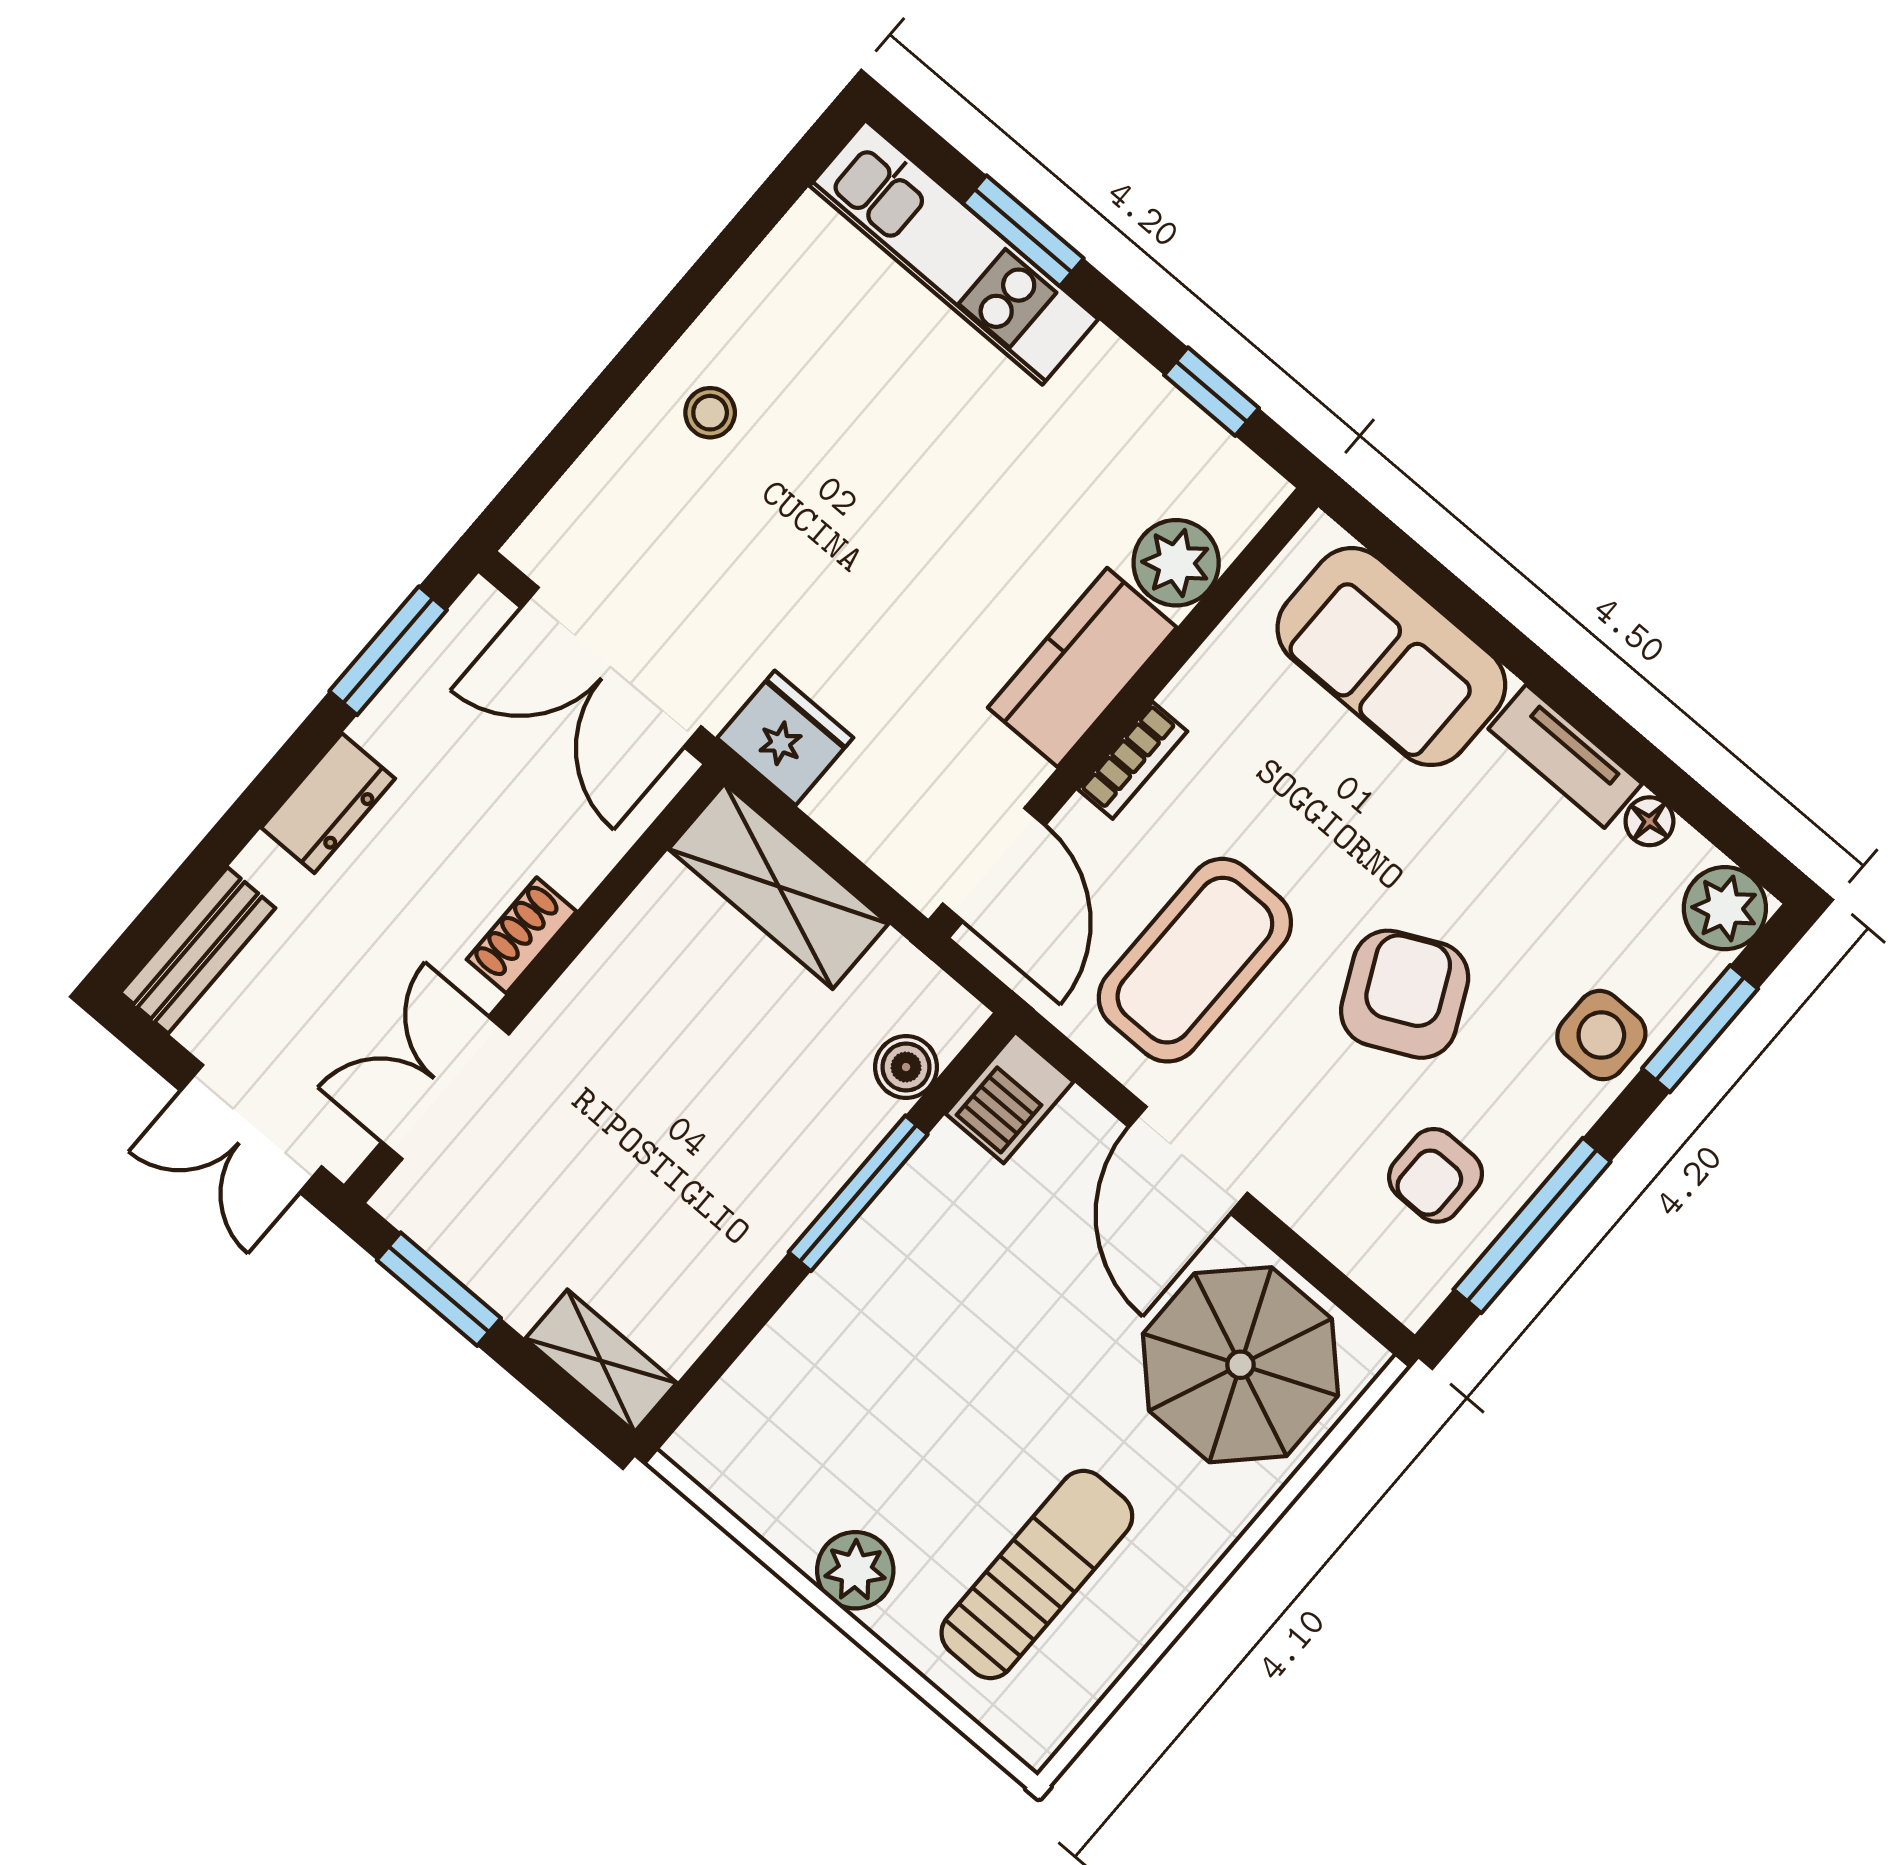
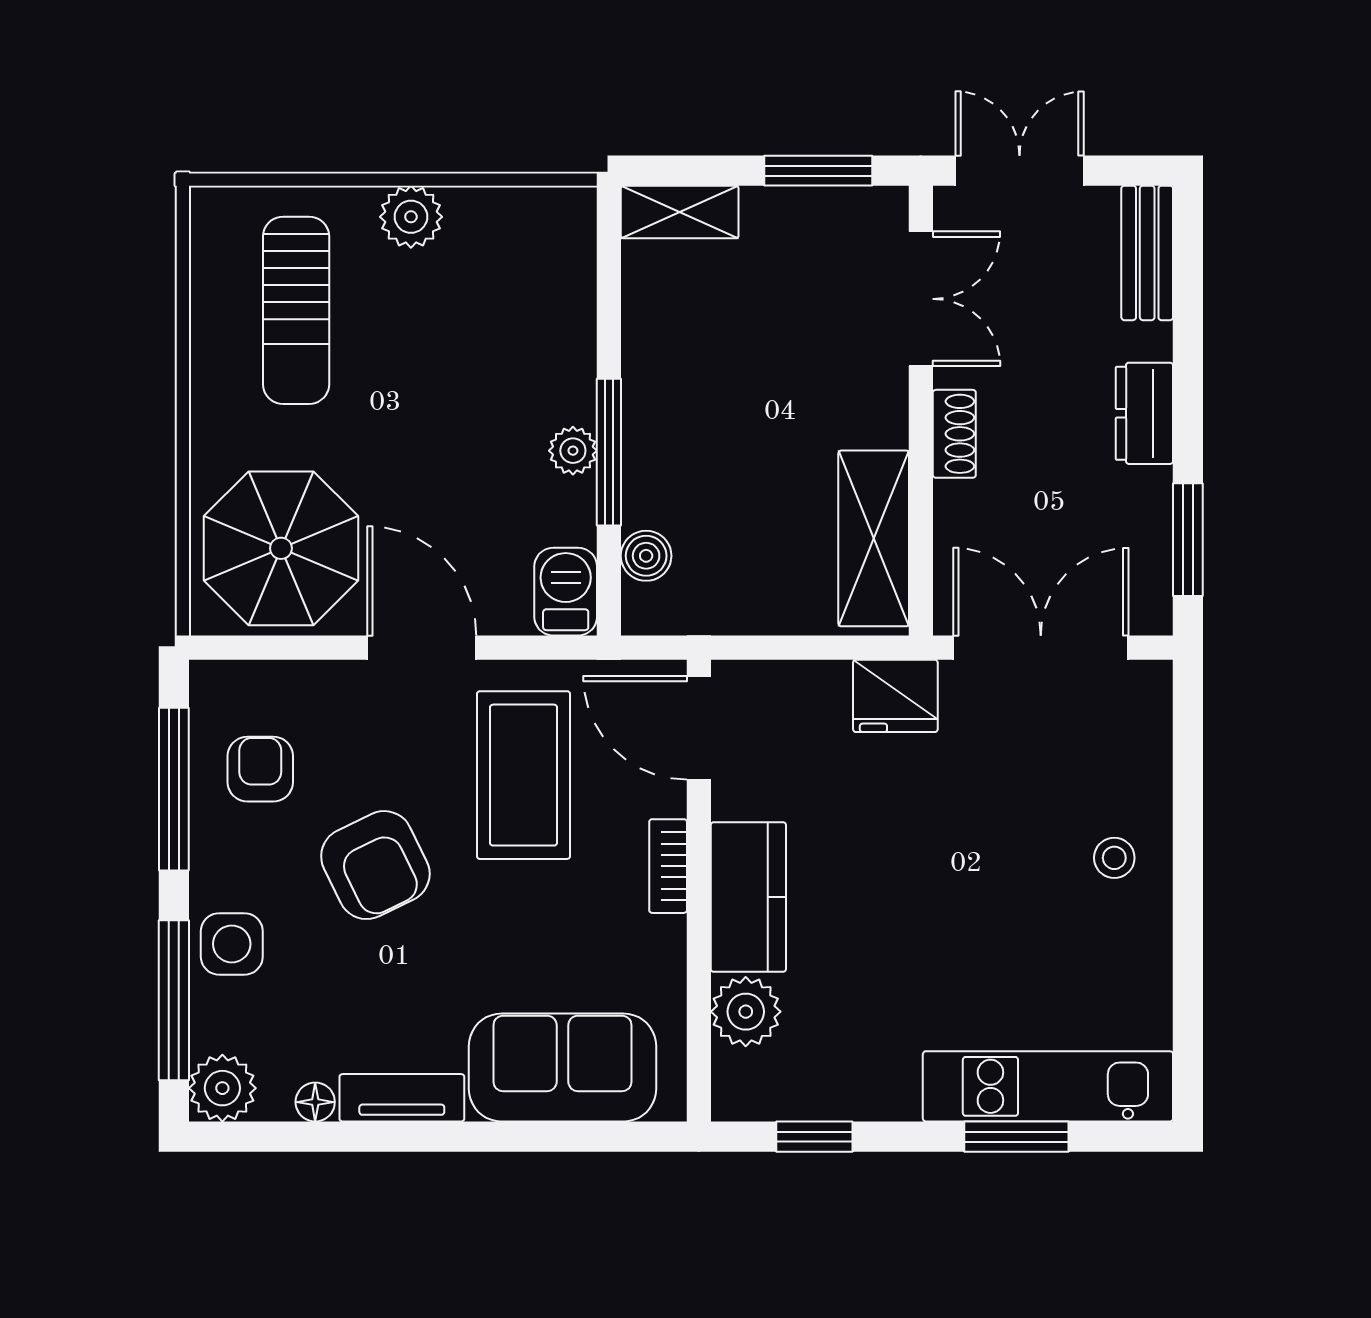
shelving: (779, 886) -> (874, 538), moved, turned 90
window: (1700, 1029) -> (174, 1000), width x1.44
plant: (891, 1223) -> (573, 451), added

